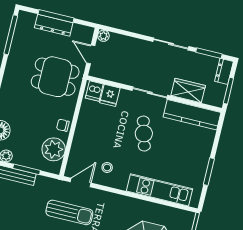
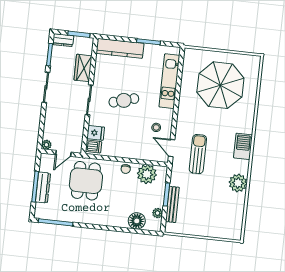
kitchen counter: (192, 115) -> (120, 48), moved, turned 90

